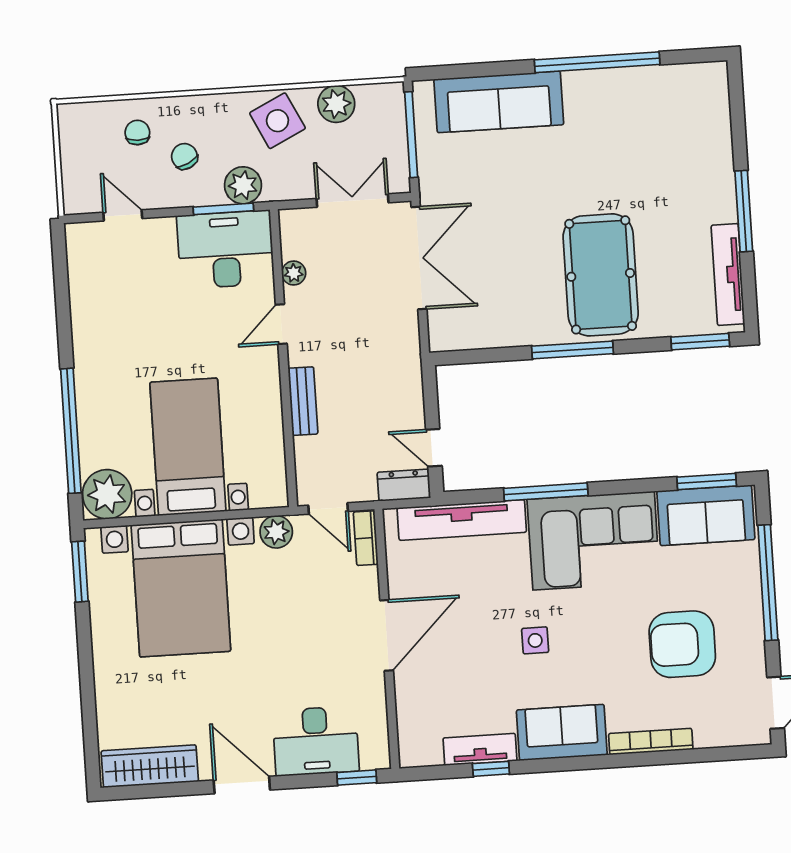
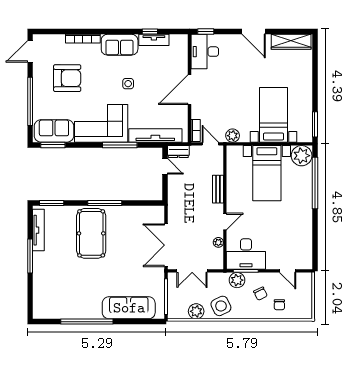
bed with nightstands: (181, 588) -> (274, 115), width x0.73
desk: (316, 741) -> (205, 52), moved, turned -90

